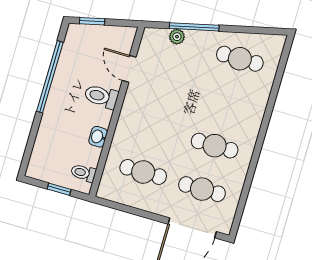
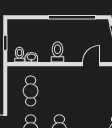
toilet: (101, 96) -> (57, 52), moved
washbasin: (98, 137) -> (31, 57), moved

